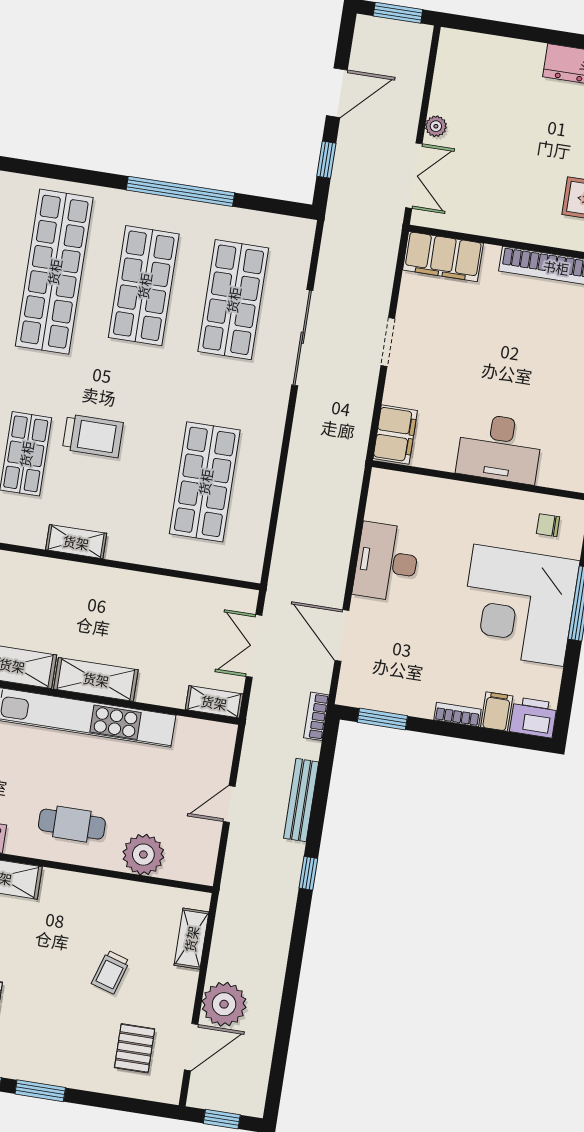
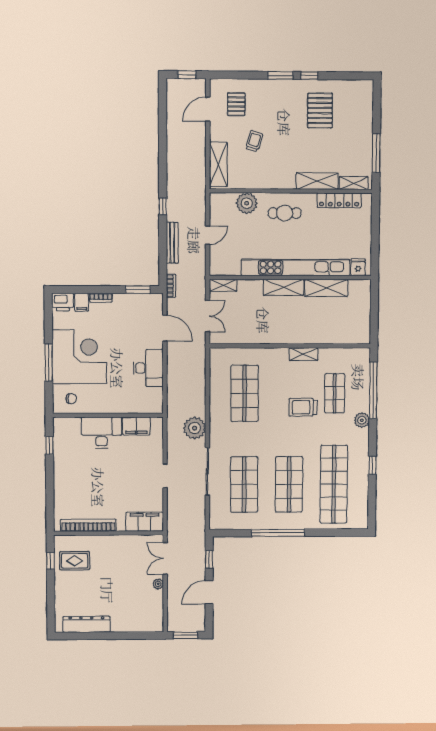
filing cabinet: (395, 435) -> (136, 426), moved, turned -90
shelving: (191, 939) -> (218, 164), width x1.50, depth x1.33
plant: (224, 1004) -> (195, 428), moved

